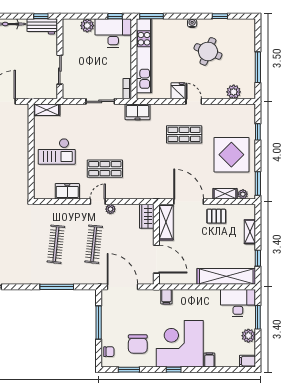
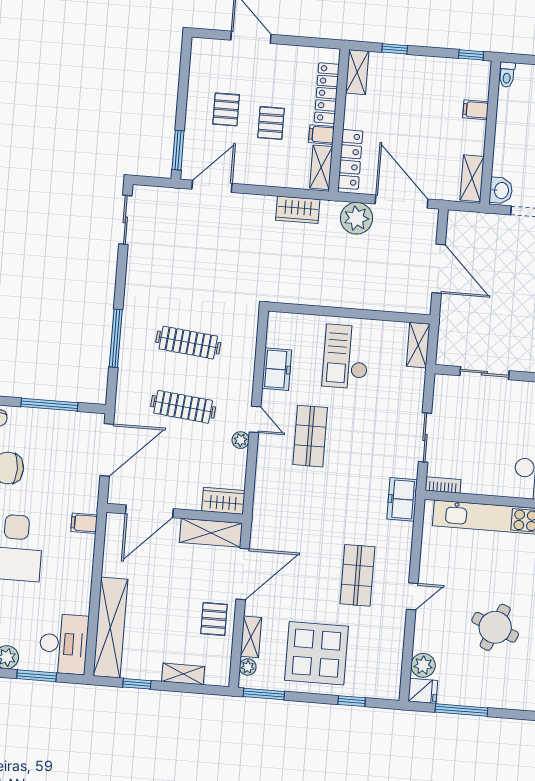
fridge: (178, 91) -> (423, 691), moved

